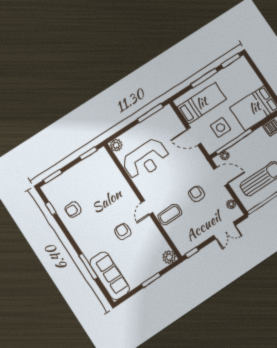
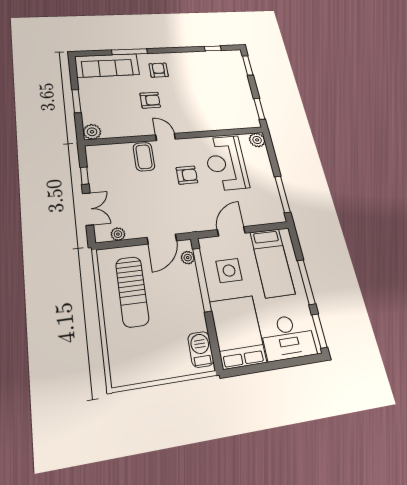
desk: (244, 78) -> (288, 337), added
armchair: (197, 194) -> (187, 175), moved
armchair: (73, 209) -> (159, 70), moved
double door: (224, 230) -> (88, 209), swing flipped
window: (192, 252) -> (84, 176), moved

